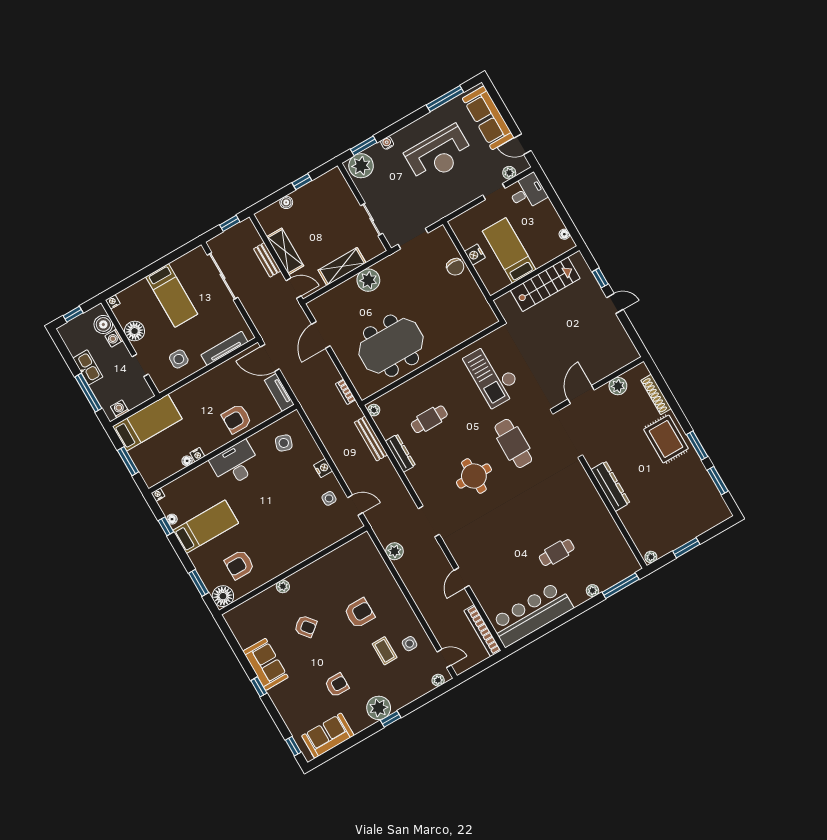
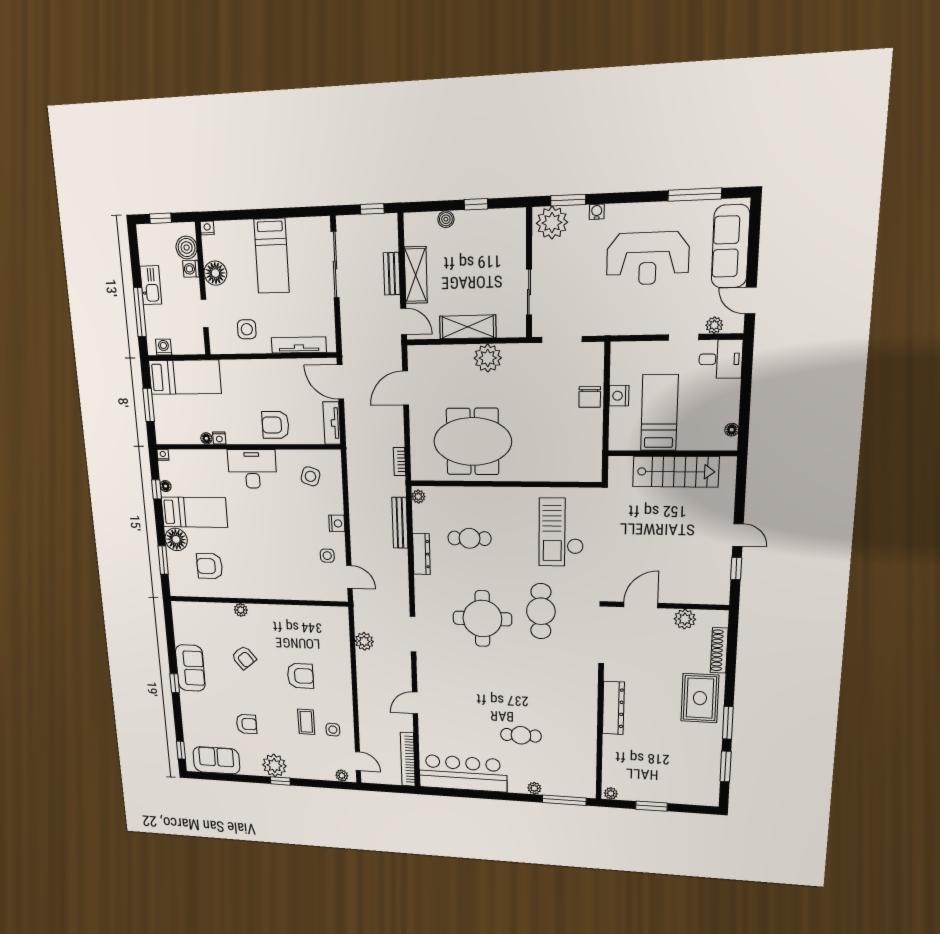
window: (600, 278) -> (736, 569), moved
round table: (474, 476) -> (482, 619), width x1.36, depth x1.36
floor lamp: (223, 596) -> (176, 539), moved

